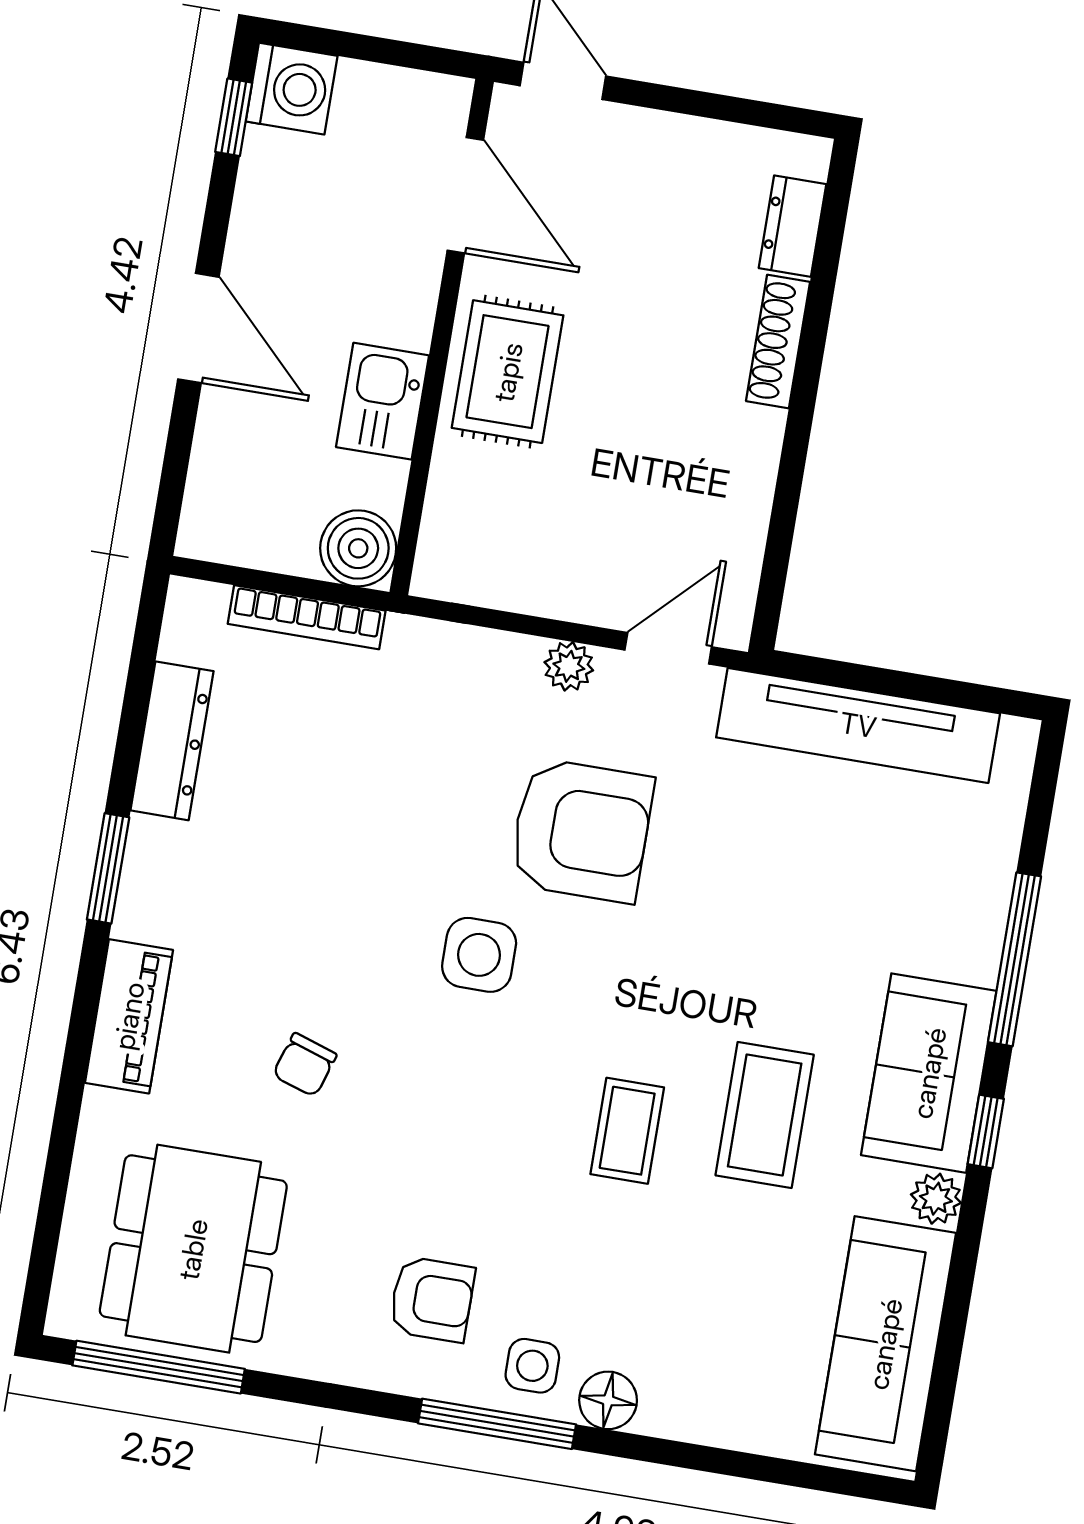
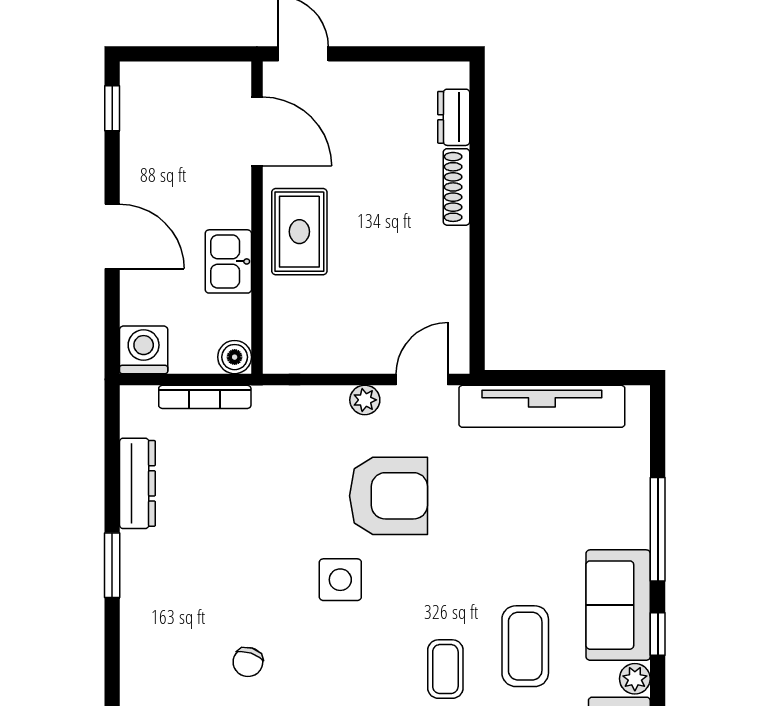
washing machine: (292, 89) -> (144, 350), moved, turned -90
boiler: (358, 548) -> (235, 357), width x0.73, depth x0.73
piano: (129, 1016) -> (139, 651), removed

